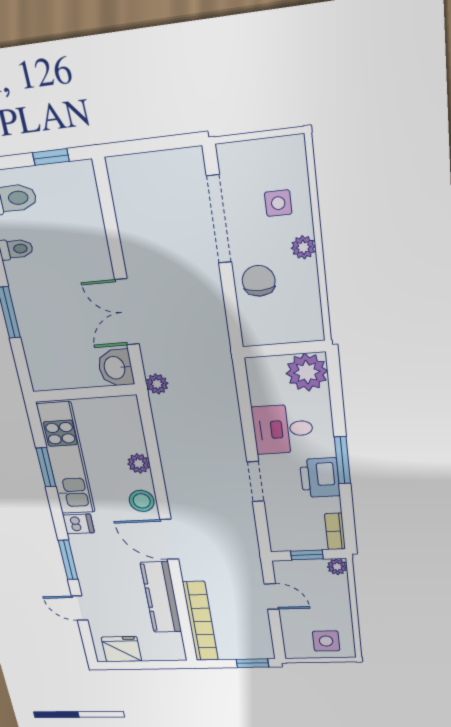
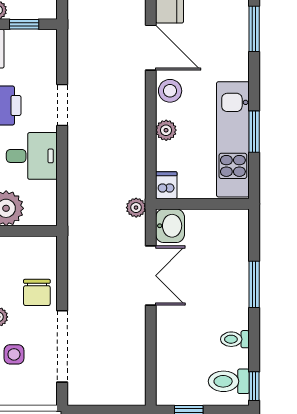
dishwasher: (78, 524) -> (166, 185), moved, turned 90

